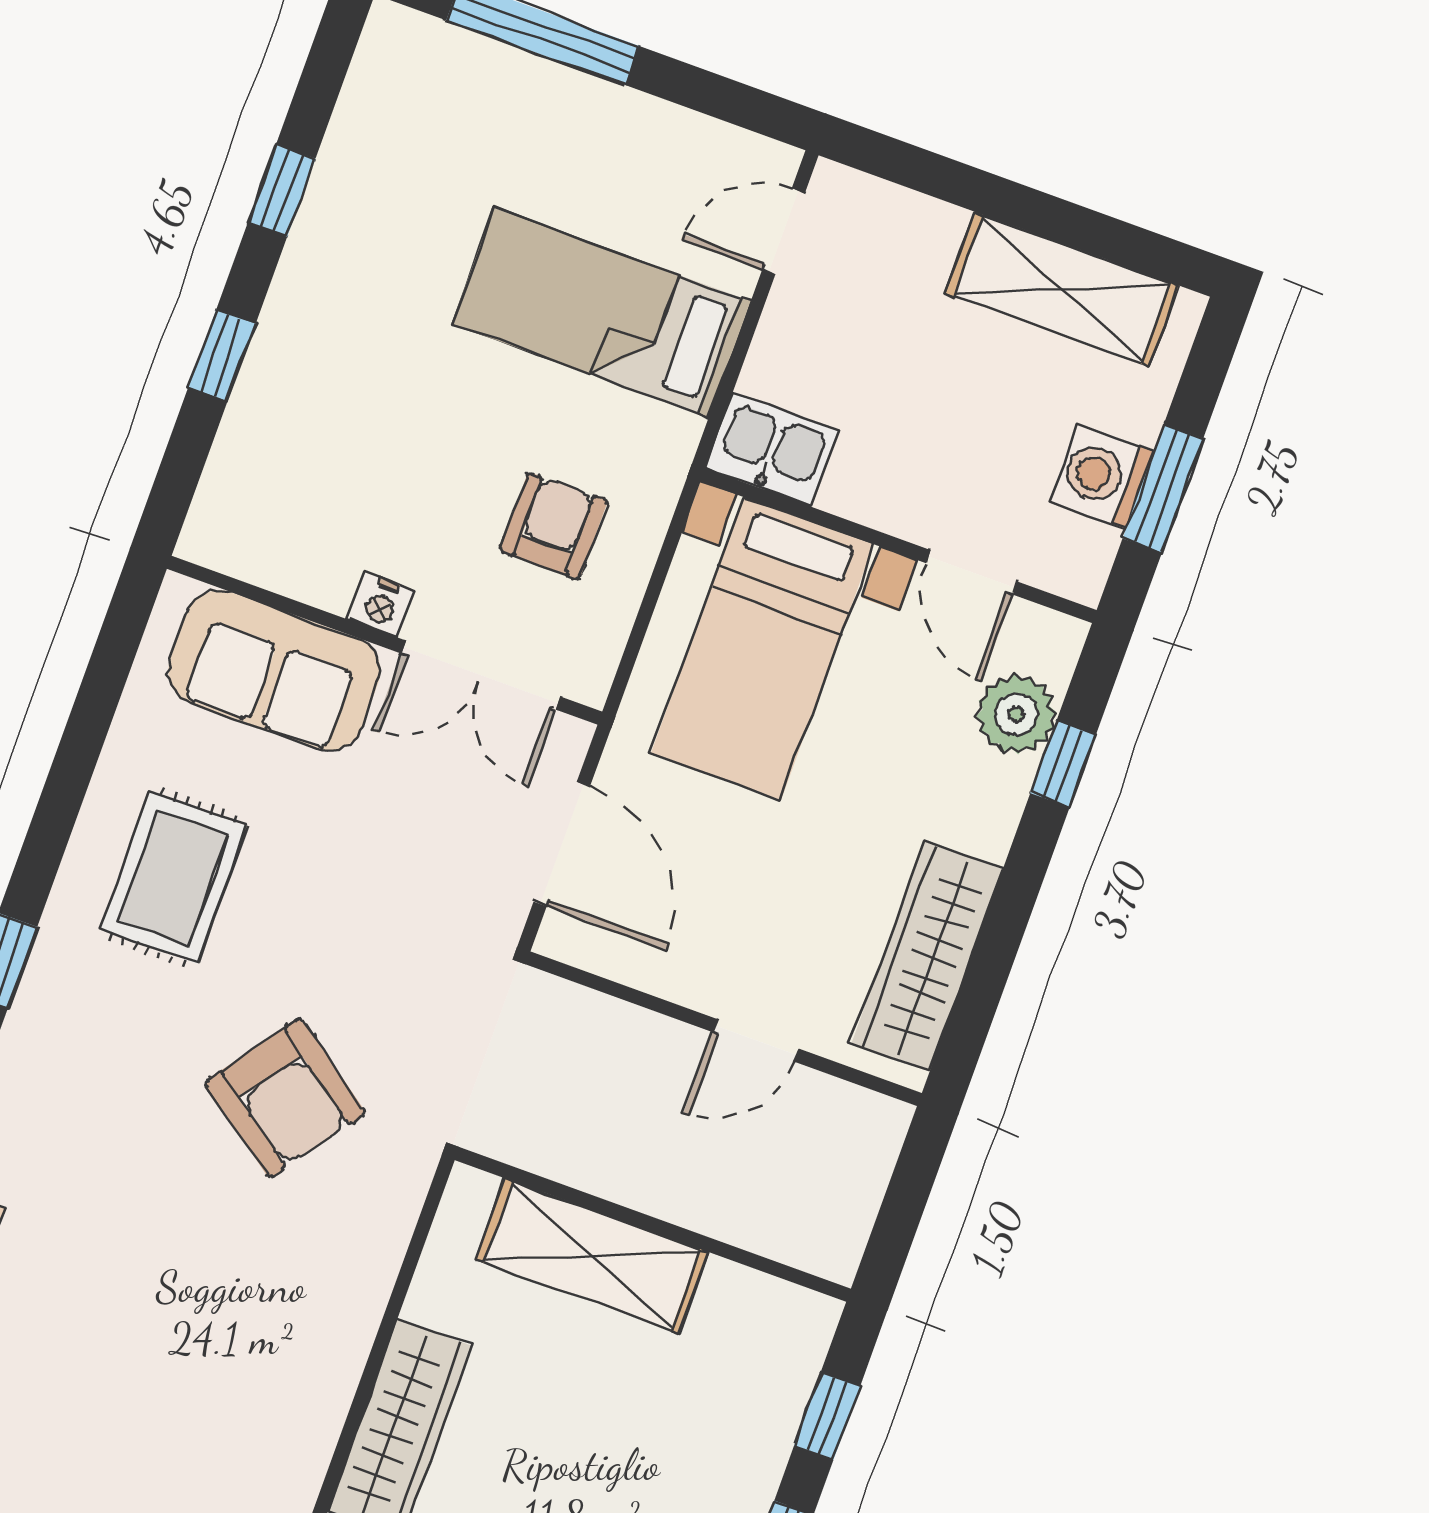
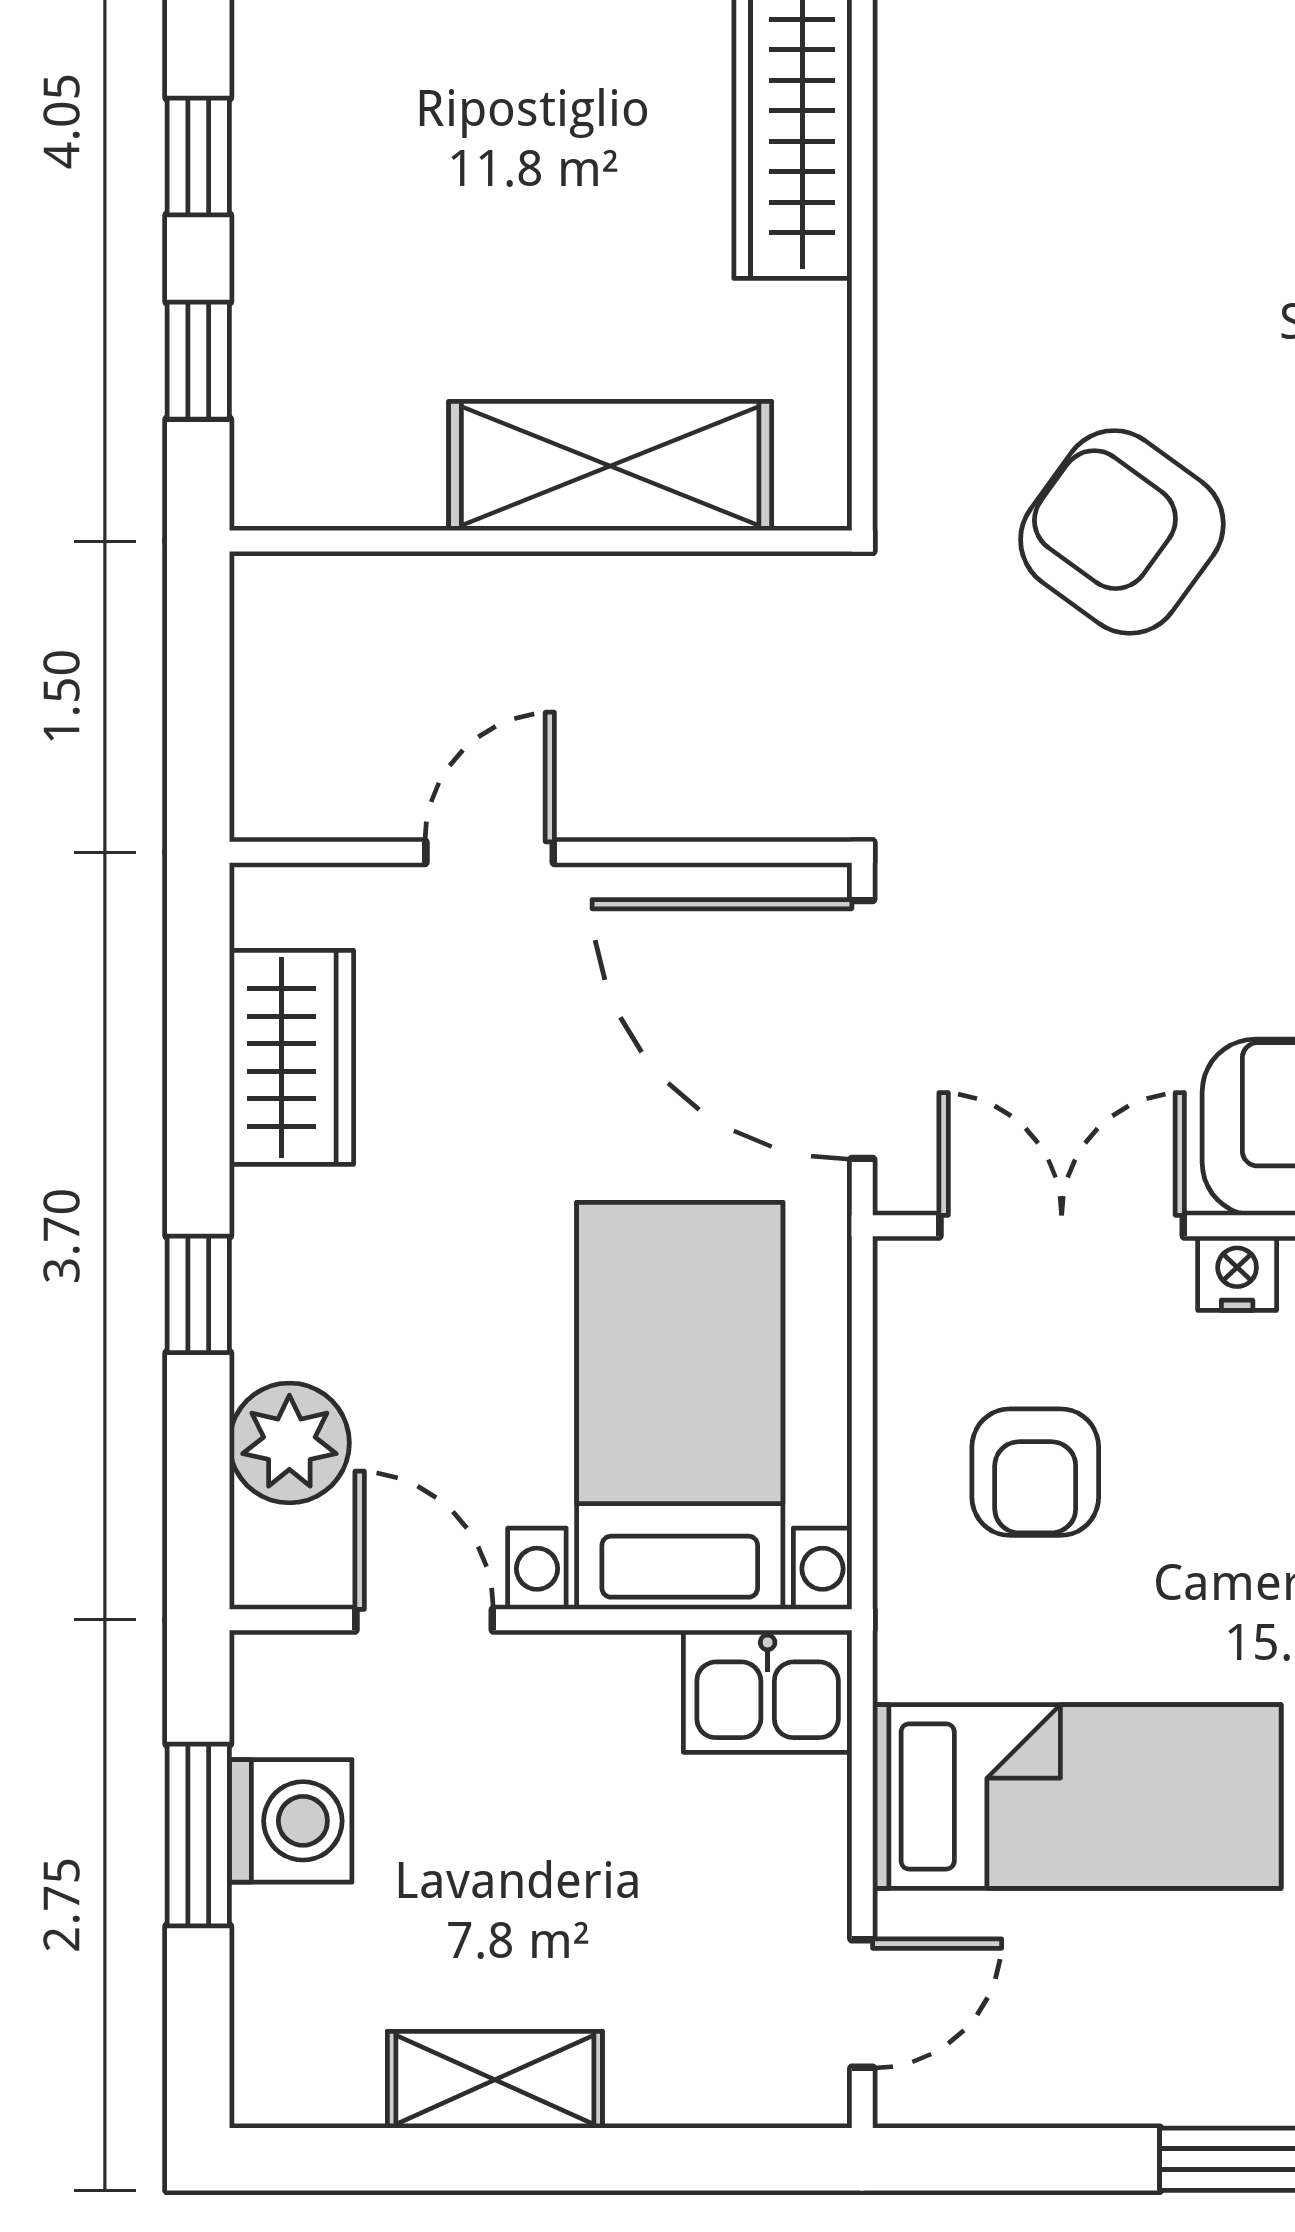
shelving: (1062, 289) -> (495, 2080), width x0.67, depth x0.75
window: (1063, 764) -> (198, 1294), moved
door: (562, 844) -> (862, 1029), width x1.36
wardrobe: (927, 956) -> (292, 1057), width x0.67

